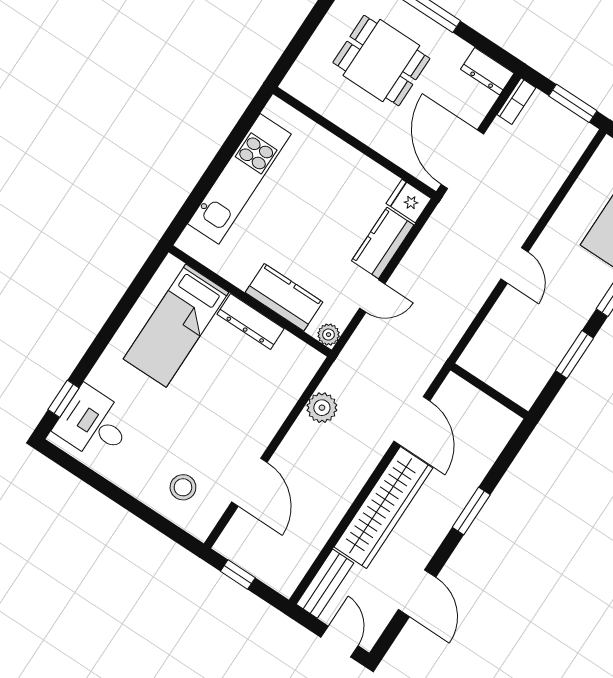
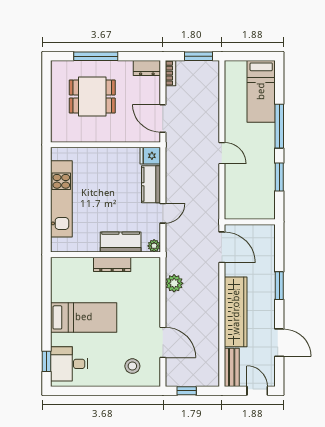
door: (462, 159) -> (163, 118), width x0.73
bed: (176, 326) -> (84, 317), moved, turned -90
door: (412, 421) -> (222, 247), moved

